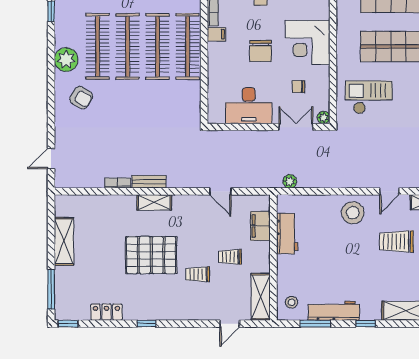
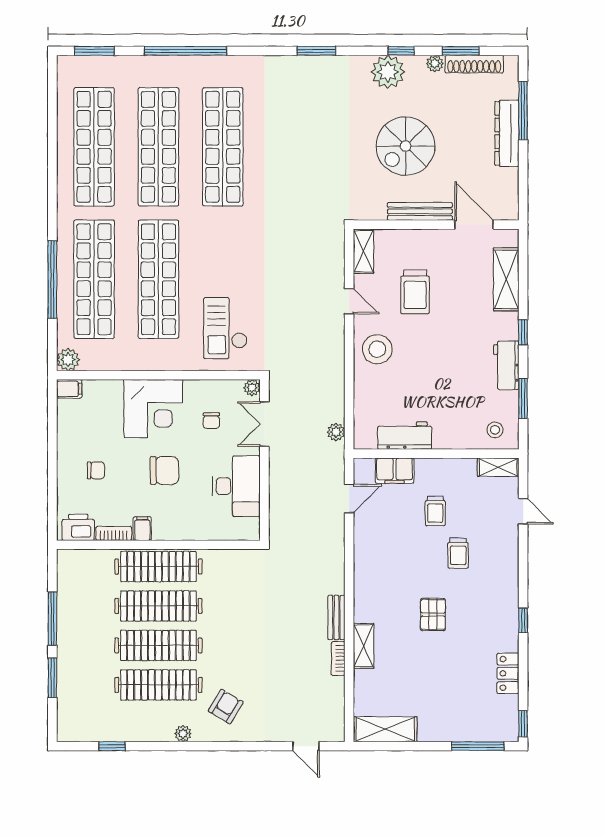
plant: (66, 60) -> (183, 734), width x0.53, depth x0.53
door: (220, 191) -> (349, 499), moved
shelving: (154, 202) -> (364, 646), moved
shelving: (64, 241) -> (385, 729), moved
pallet: (151, 255) -> (433, 614), width x0.49, depth x0.50
shelving: (261, 297) -> (498, 467), width x0.67, depth x0.75
workbench: (334, 311) -> (506, 365), width x0.73

